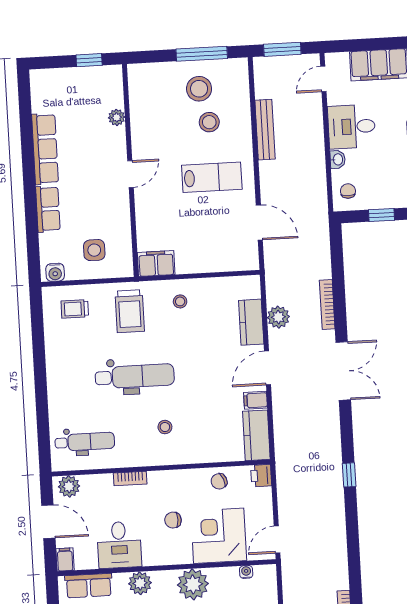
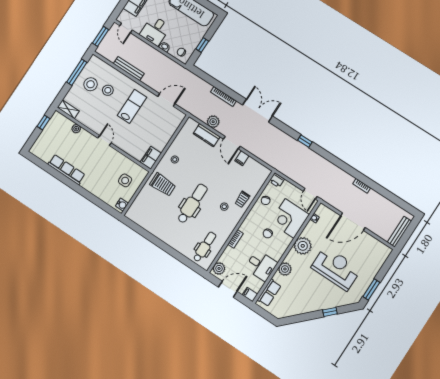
shelving: (137, 83) -> (68, 109), added
row of seats: (48, 209) -> (93, 187), removed
trolley: (75, 309) -> (242, 199), moved
kitchen counter: (256, 435) -> (257, 169), removed

